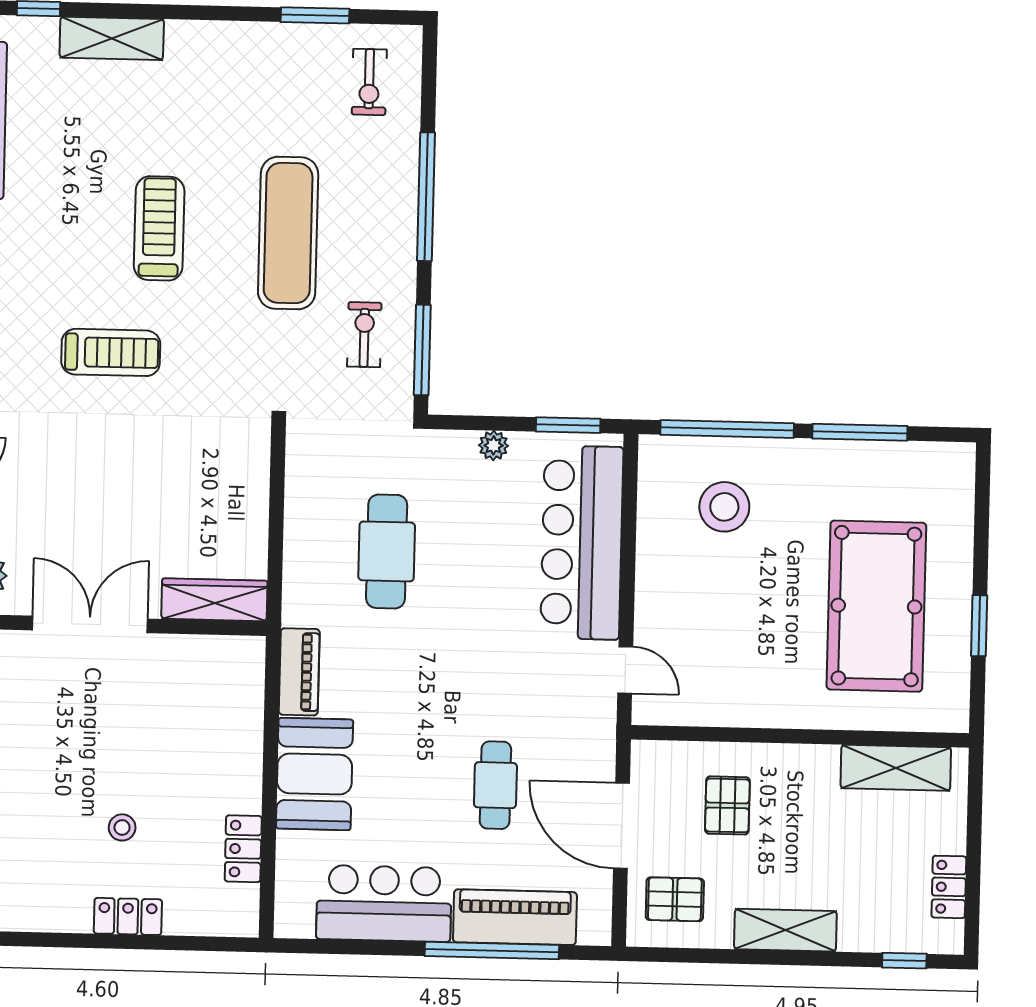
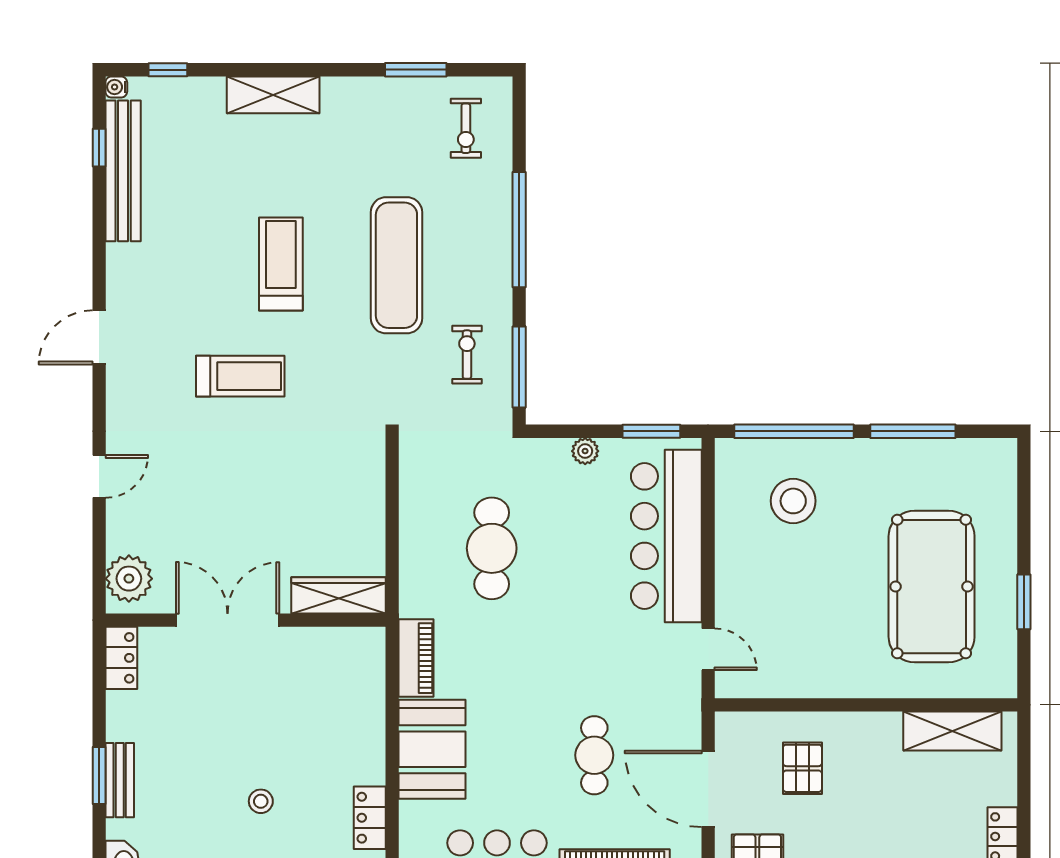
shelving: (112, 38) -> (273, 95), moved

